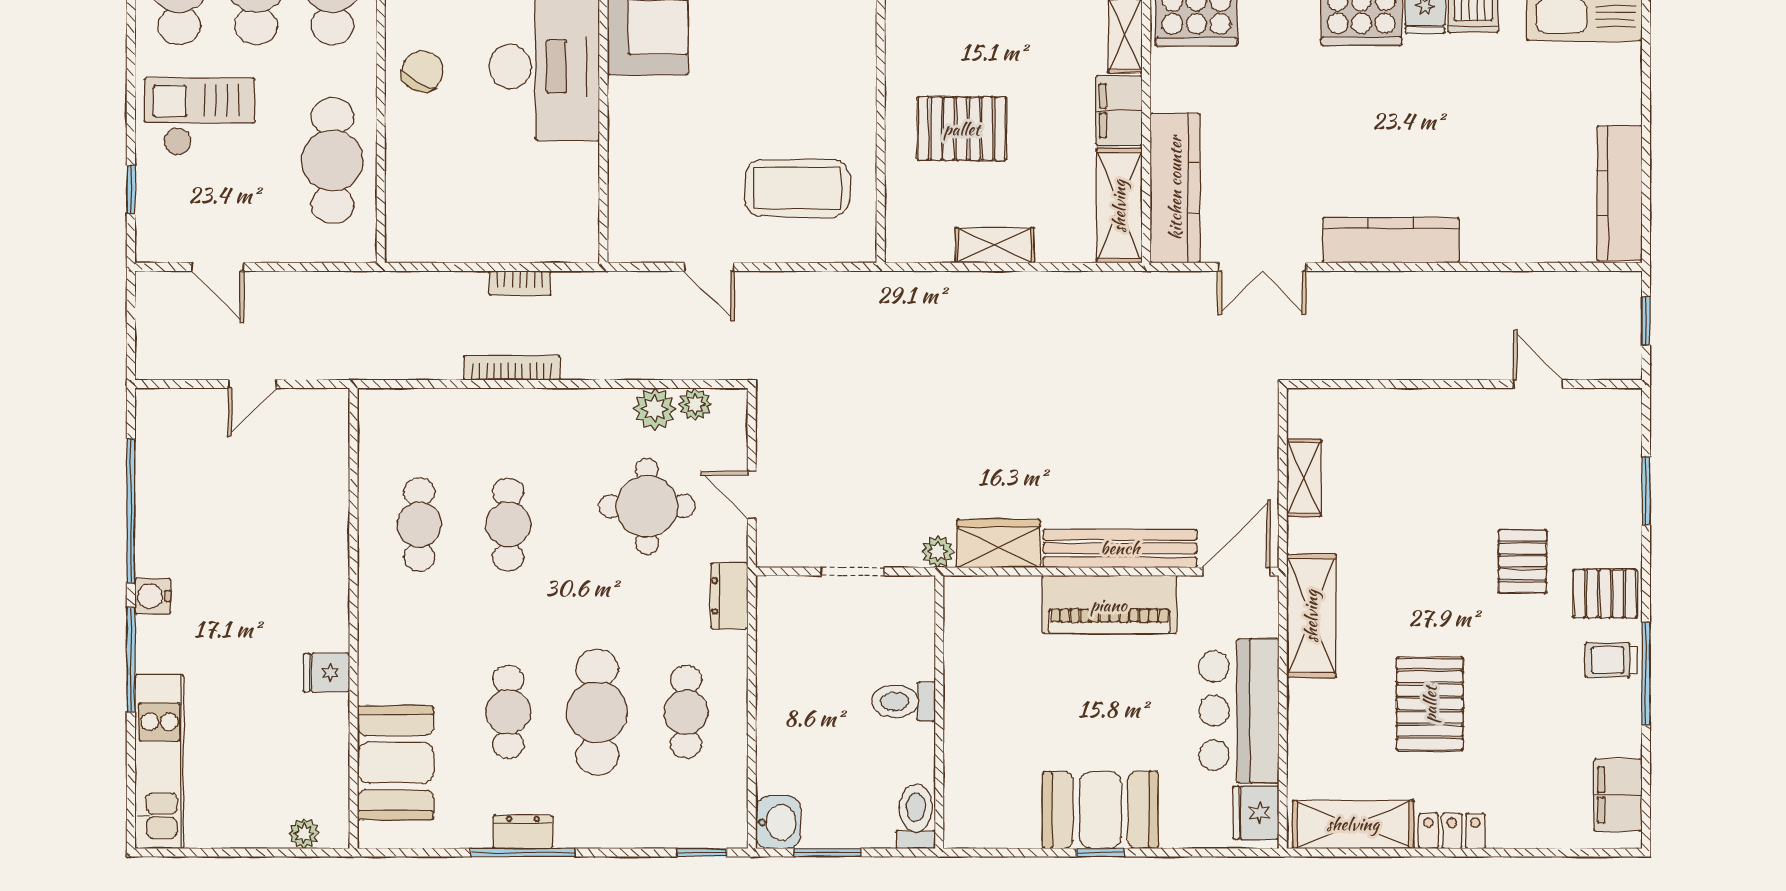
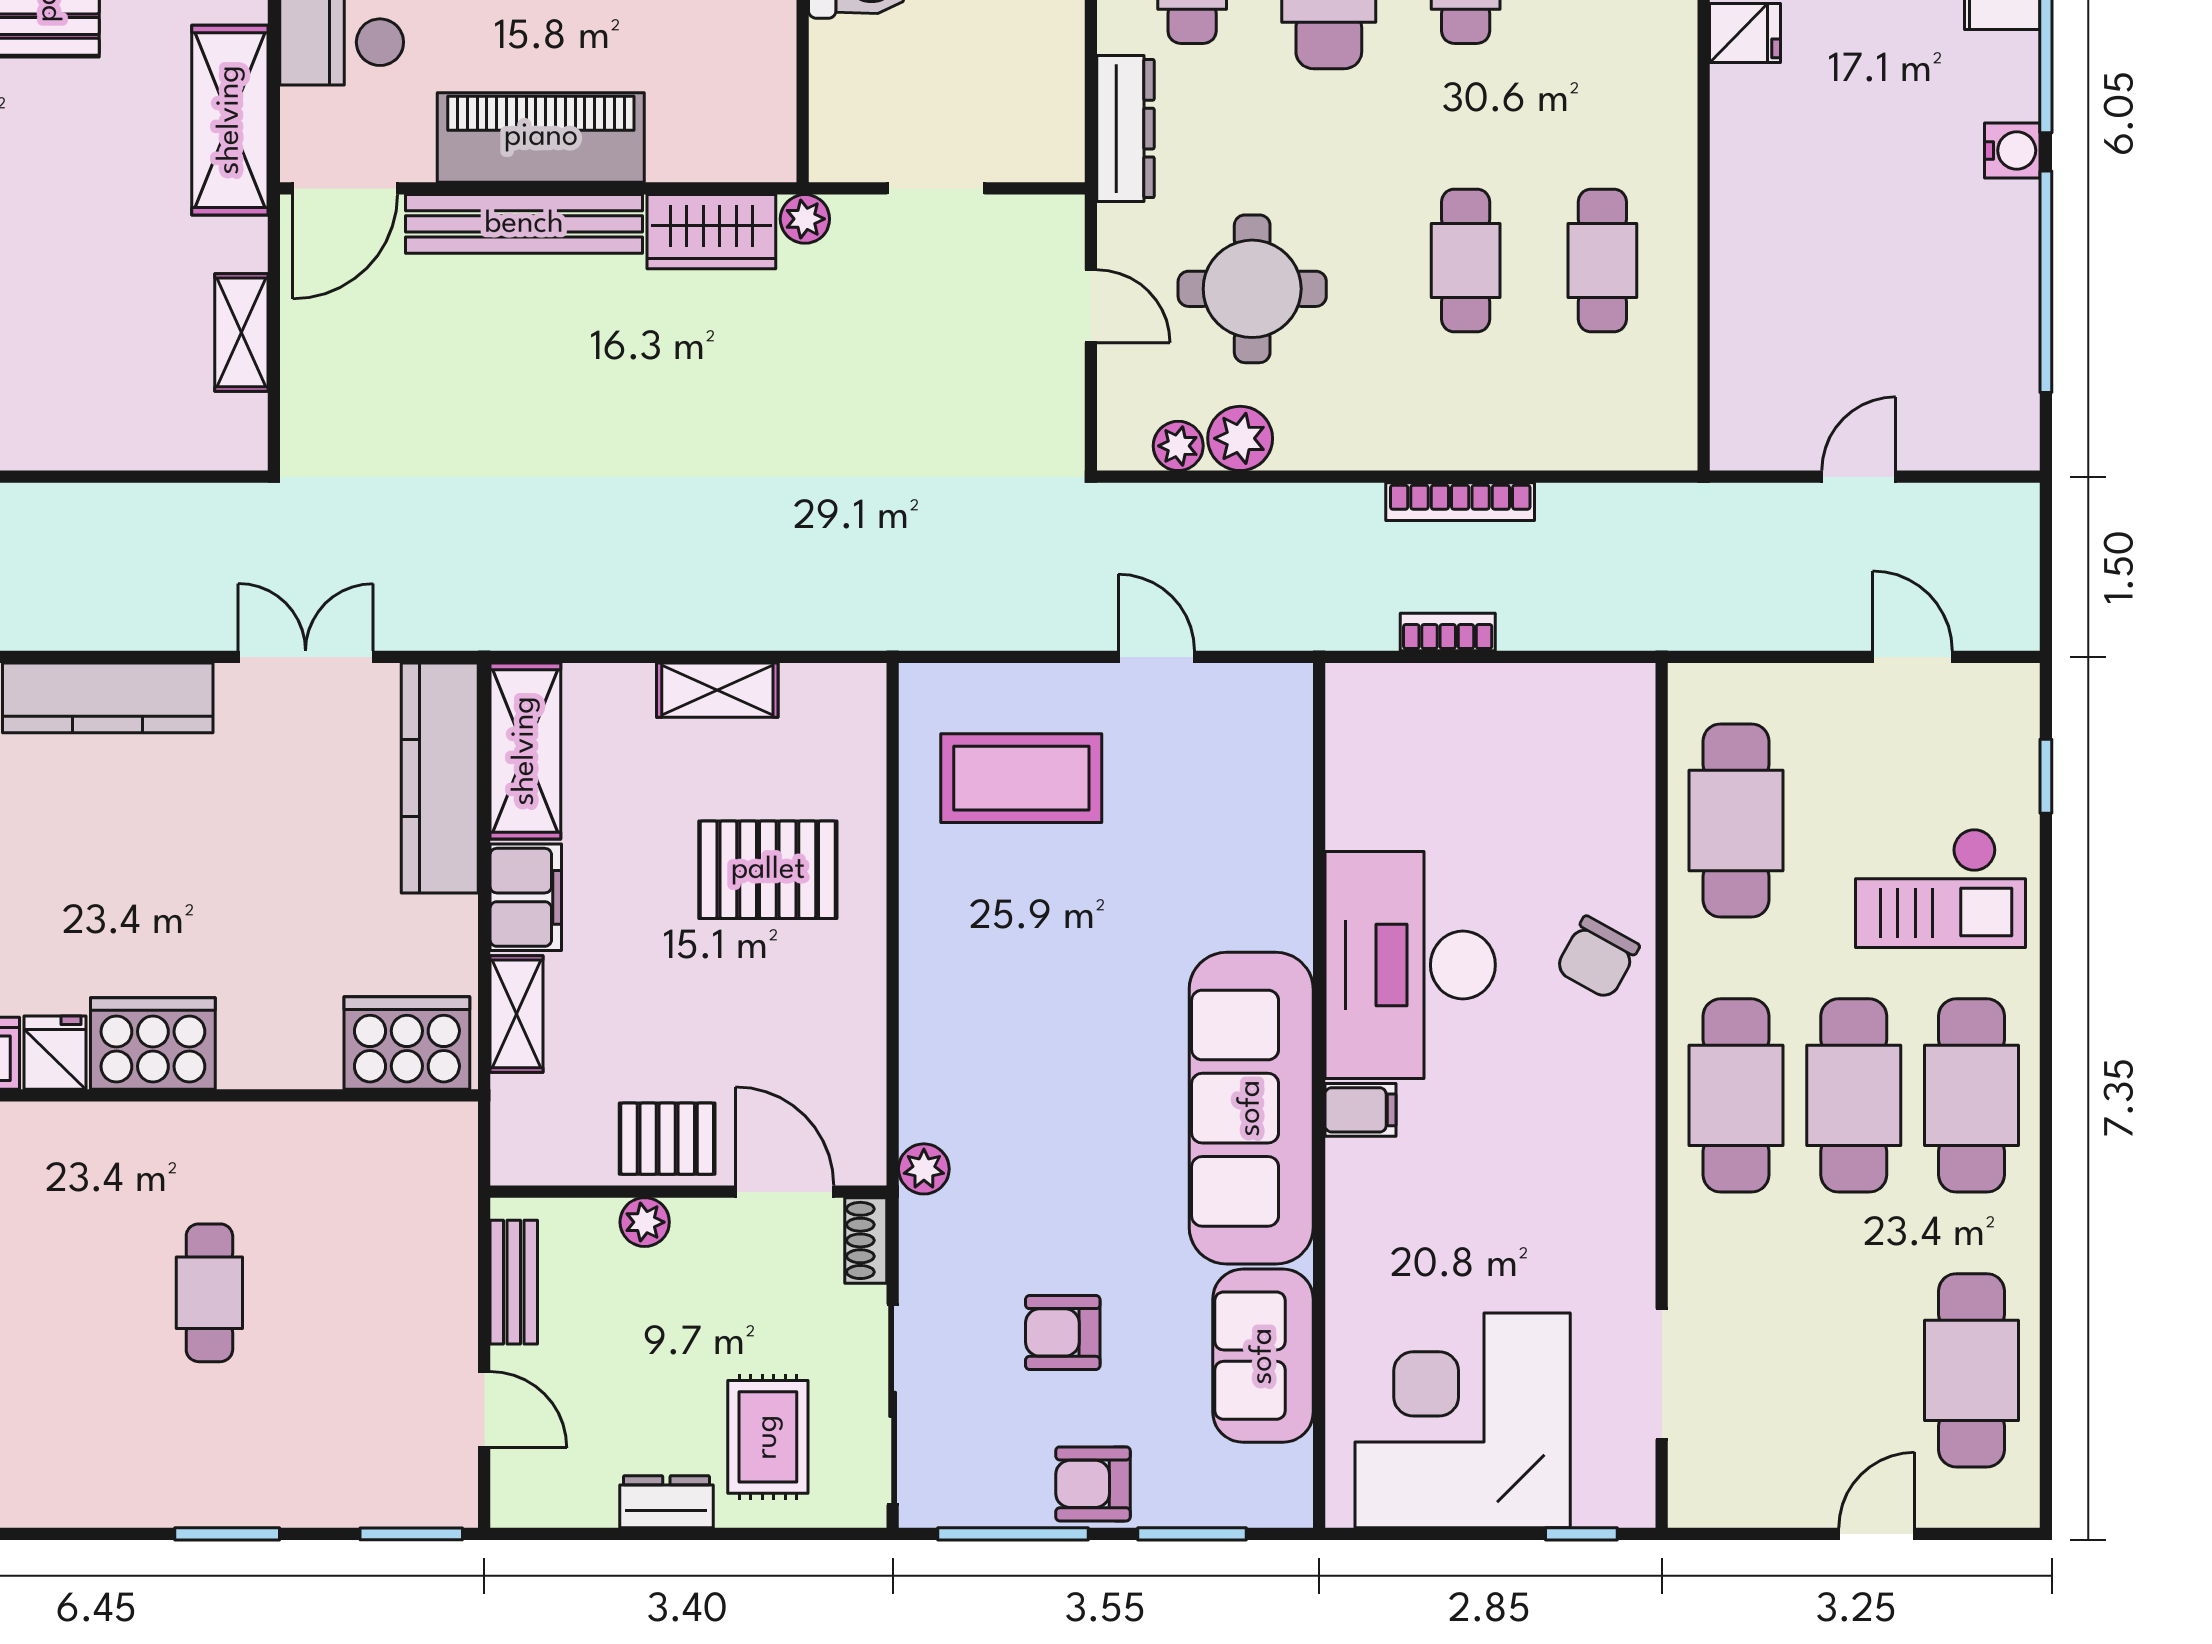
dresser: (729, 596) -> (1125, 129), width x1.44

